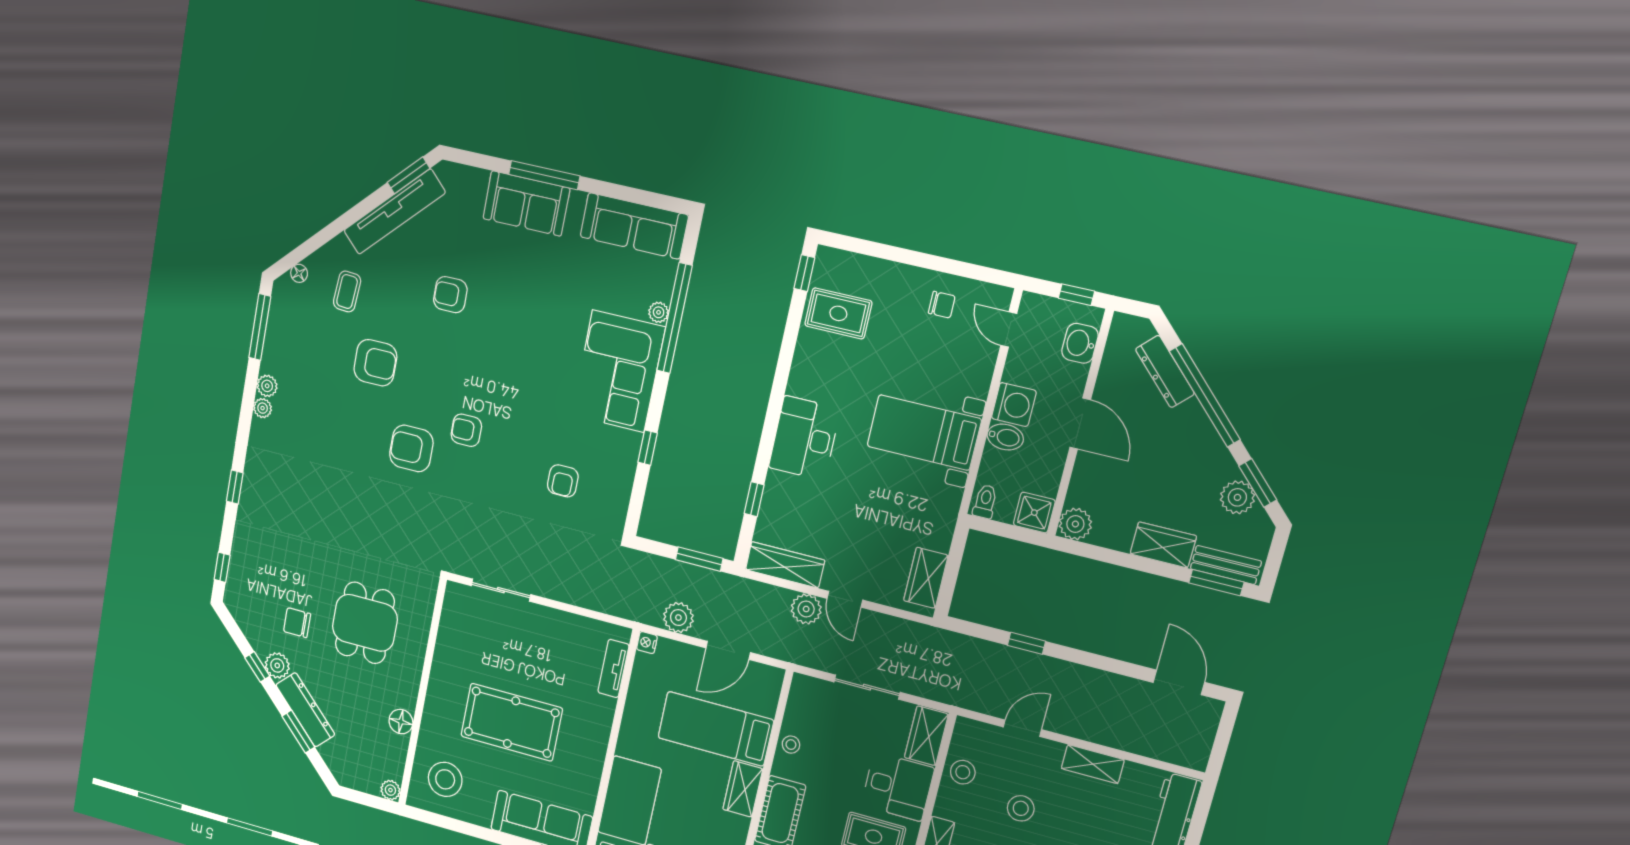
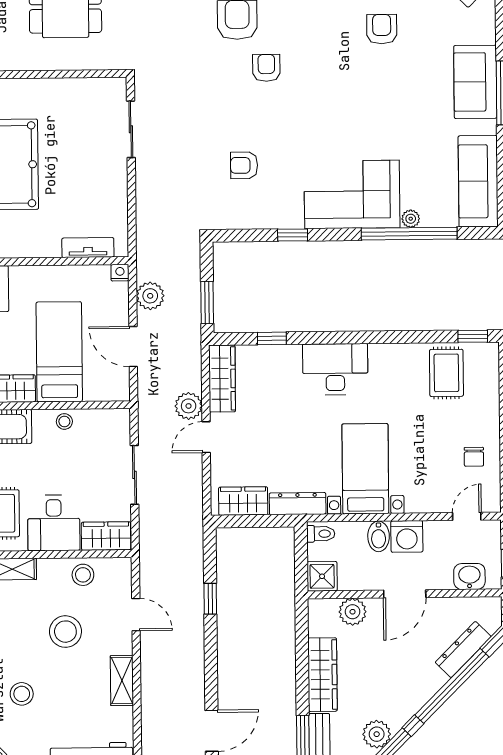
dresser: (944, 519) -> (298, 504), added
plant: (1075, 524) -> (353, 612), moved
wardrobe: (1163, 545) -> (322, 675), width x1.50
stool: (1021, 808) -> (65, 632), width x1.38, depth x1.38

